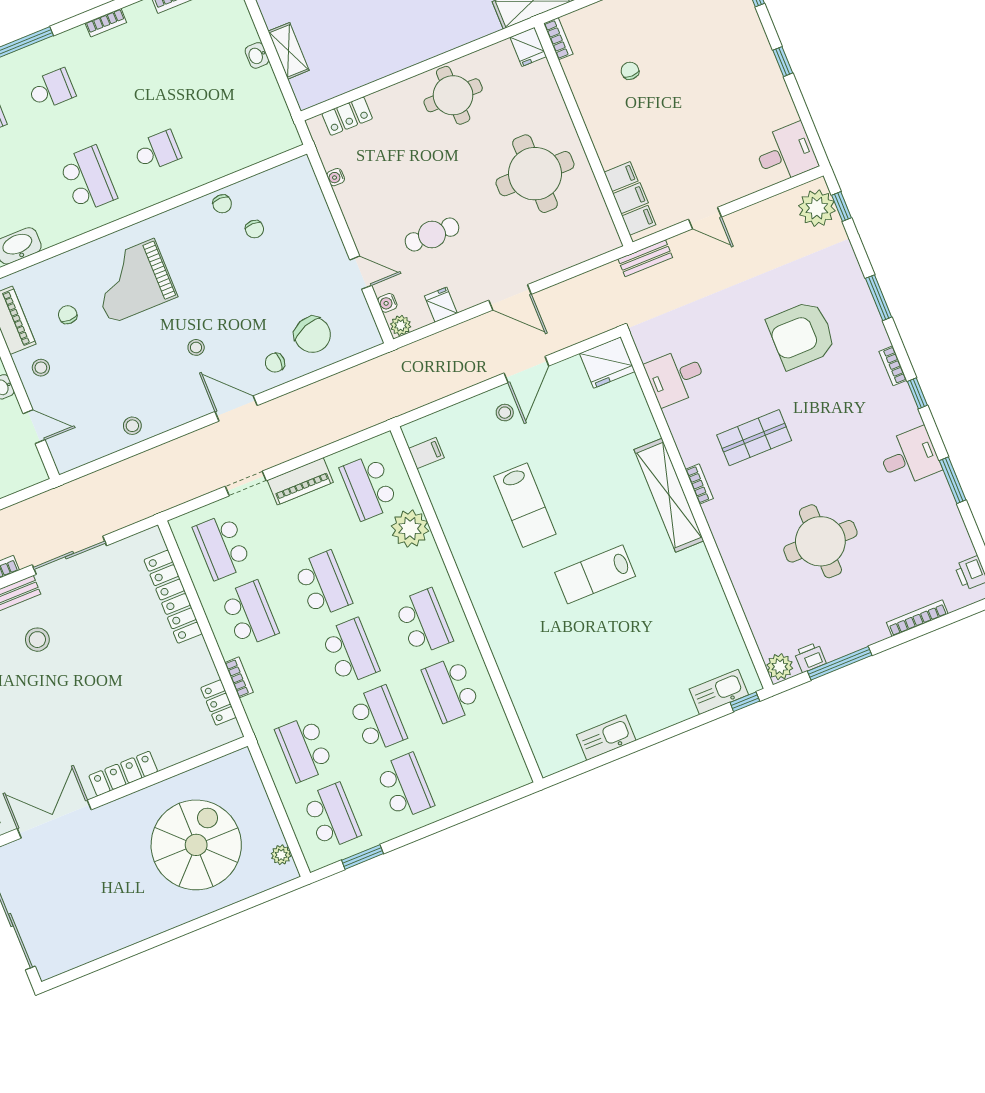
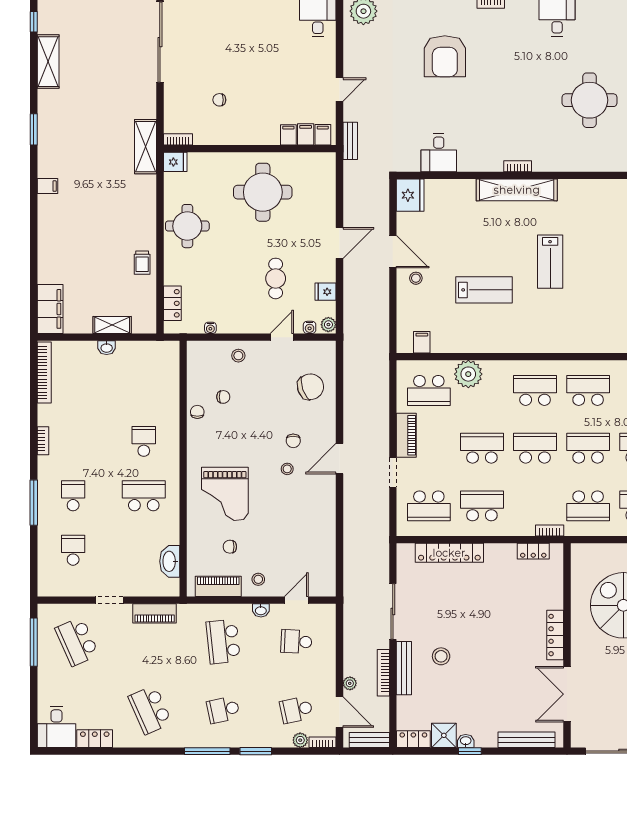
trolley: (383, 57) -> (142, 263), added
chair: (222, 204) -> (197, 412), turned -90
chair: (275, 363) -> (293, 441), moved
stool: (132, 426) -> (238, 356), moved
shop shelf: (754, 438) -> (501, 117), removed
bookcase: (239, 677) -> (550, 531), moved
school desk: (451, 689) -> (588, 390), turned 180

